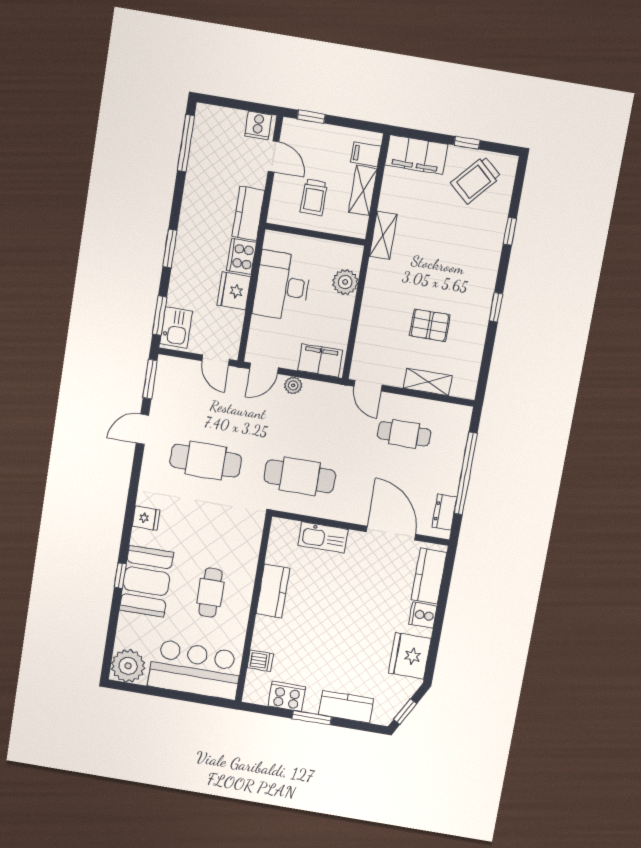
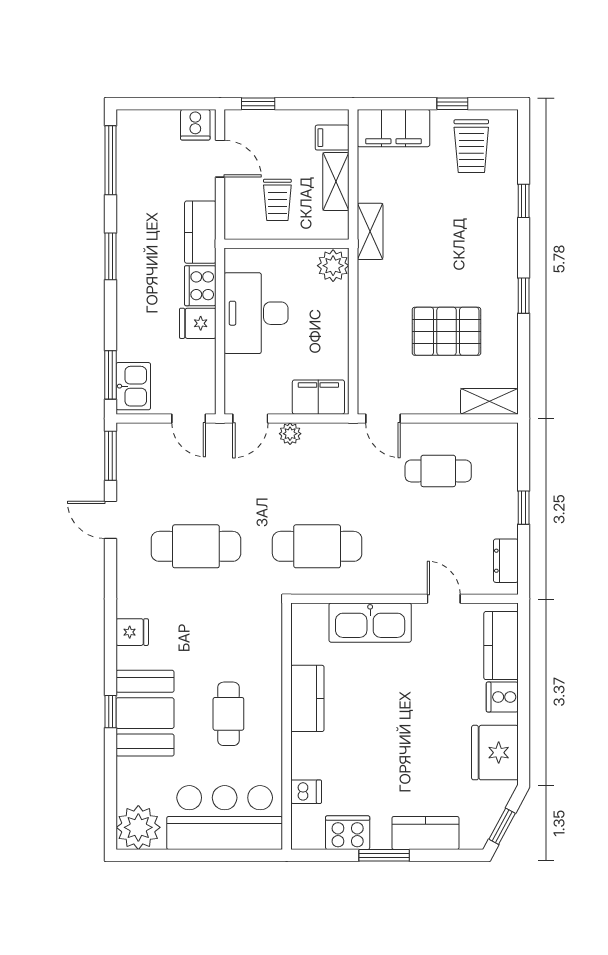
trolley: (476, 180) -> (471, 146), turned -42
window: (170, 249) -> (111, 256), moved
plant: (345, 282) -> (333, 266), moved
fridge: (234, 291) -> (198, 323), width x0.72
pallet: (430, 325) -> (447, 331), width x1.50, depth x1.42
shelving: (428, 382) -> (489, 401), moved
door: (142, 429) -> (111, 520), hinge flipped
window: (466, 473) -> (524, 508), width x0.32
door: (391, 533) -> (444, 599), width x0.53
kitchen sink: (323, 537) -> (370, 623), width x1.36, depth x1.24

